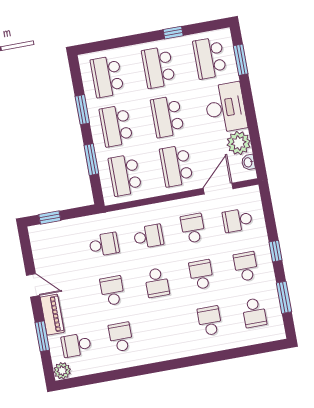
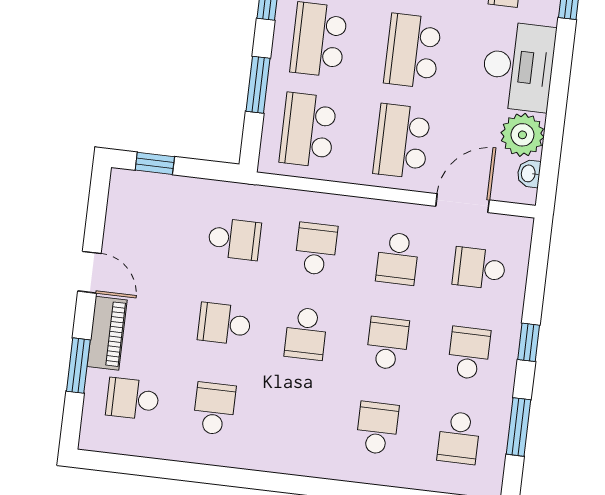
school desk: (193, 228) -> (398, 259), turned 180
school desk: (148, 236) -> (316, 249), turned -90
school desk: (112, 291) -> (224, 324), turned -90
plant: (62, 371) -> (95, 436), removed

